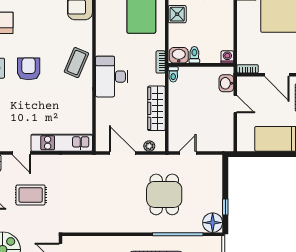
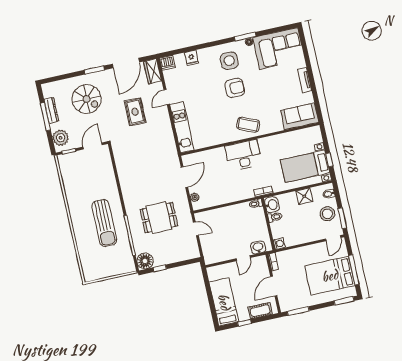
wardrobe: (156, 108) -> (226, 196), removed

